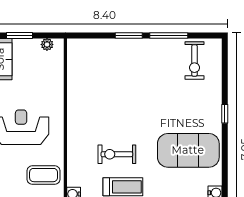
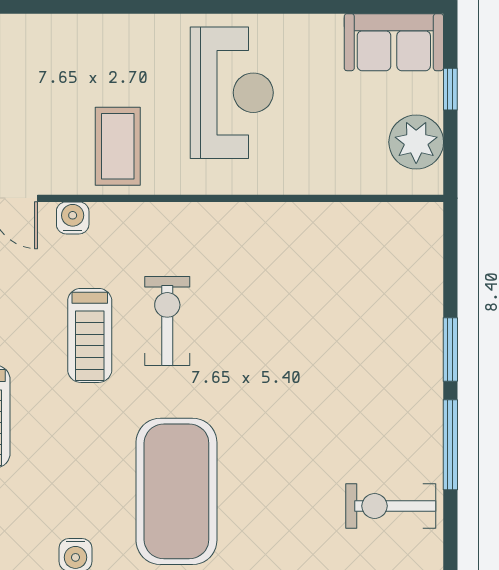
window: (20, 35) -> (450, 89), width x0.67
plant: (47, 44) -> (416, 142), width x1.88, depth x1.88

